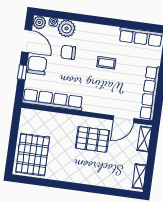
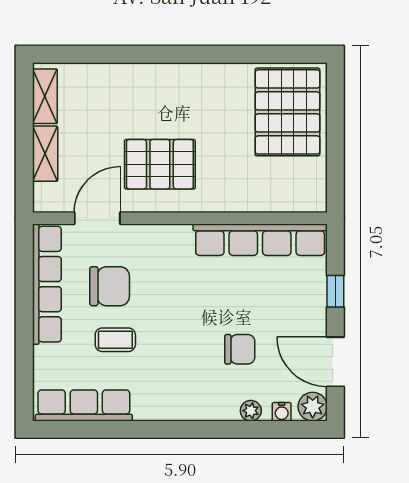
plant: (67, 28) -> (251, 411), width x0.53, depth x0.53
coffee table: (106, 63) -> (115, 340), moved
chair: (37, 65) -> (110, 286), moved, turned -90
shelving: (144, 139) -> (45, 154), moved

